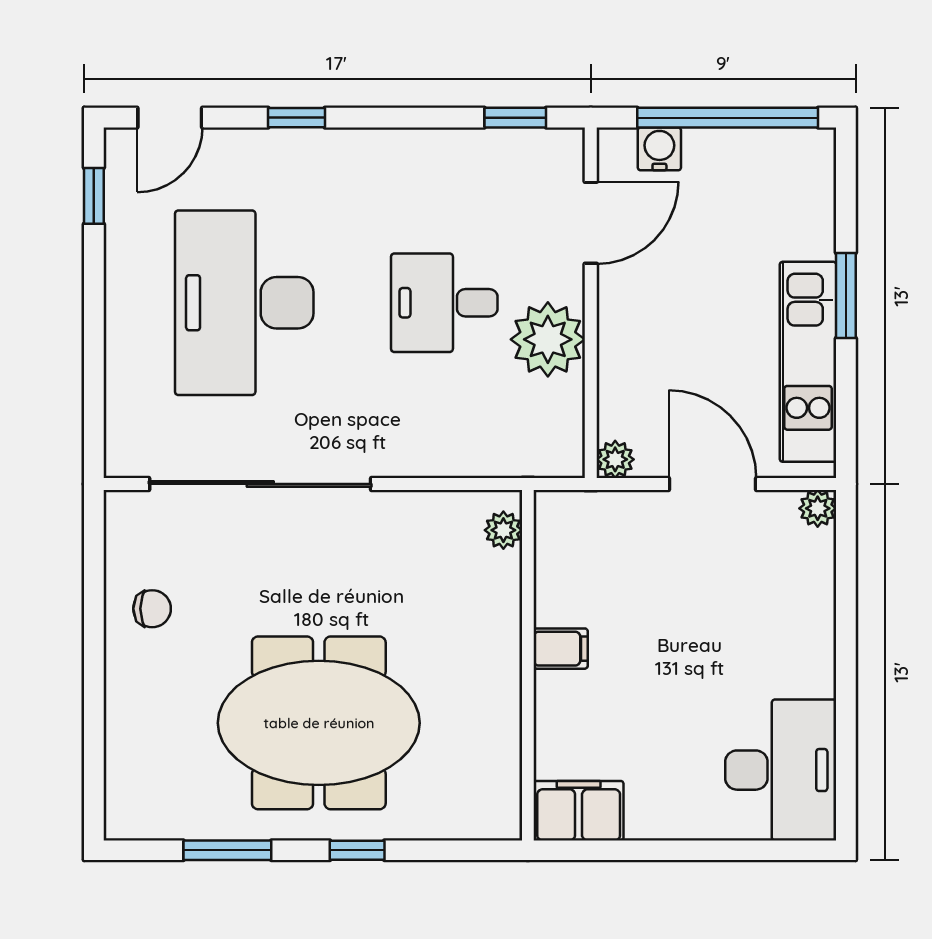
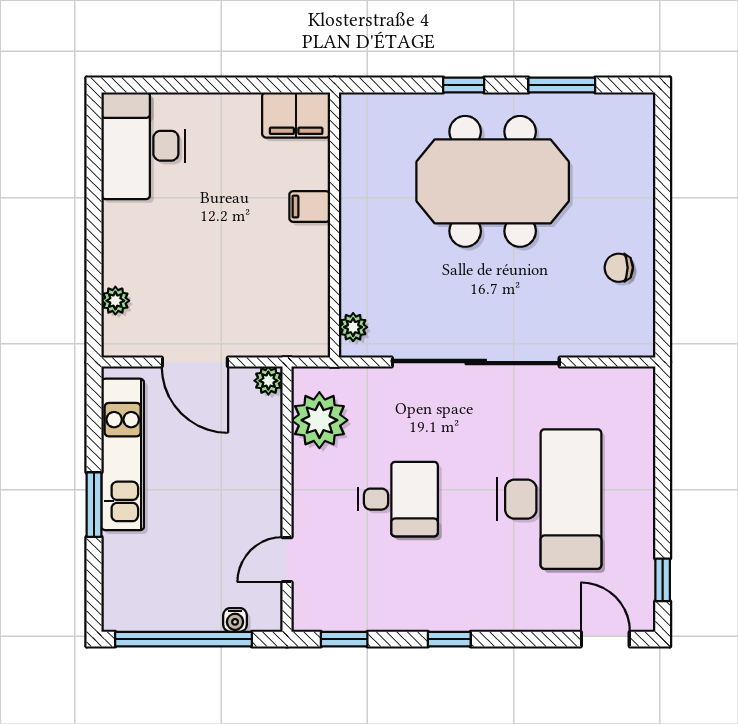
door: (170, 118) -> (605, 639), hinge flipped
window: (297, 118) -> (449, 639), moved
water cooler: (659, 149) -> (235, 620), width x0.72, depth x0.72
door: (591, 223) -> (287, 560), width x0.73
plant: (548, 339) -> (319, 420), moved
sliding door: (260, 484) -> (476, 362), moved
plant: (818, 508) -> (115, 301), moved
filing cabinet: (561, 649) -> (310, 207), moved

